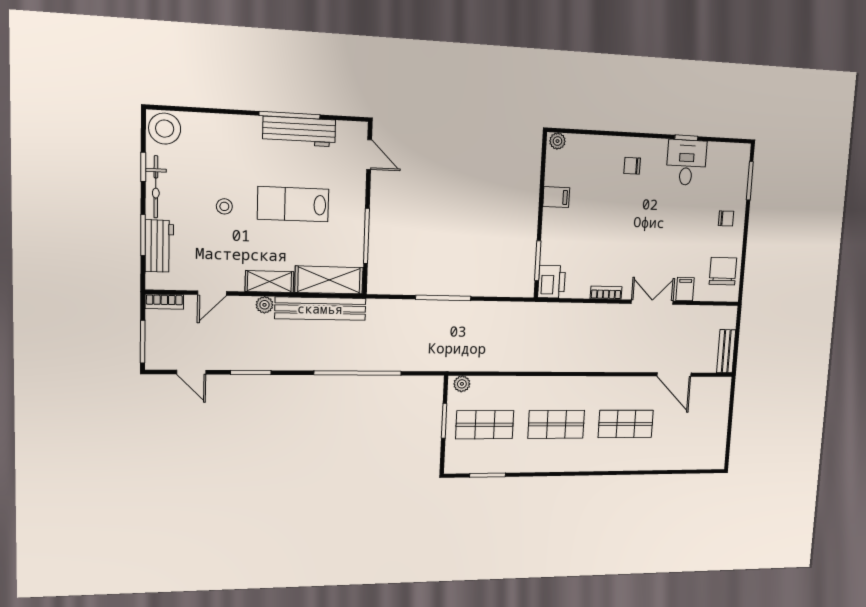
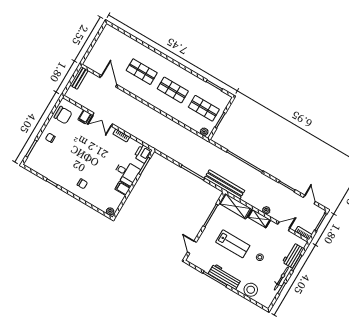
stool: (165, 129) -> (251, 290), moved
workbench: (299, 132) -> (225, 277), moved
desk: (686, 162) -> (127, 173), moved, turned -90
chair: (723, 271) -> (63, 115), turned -90
bench: (320, 309) -> (225, 184), moved

